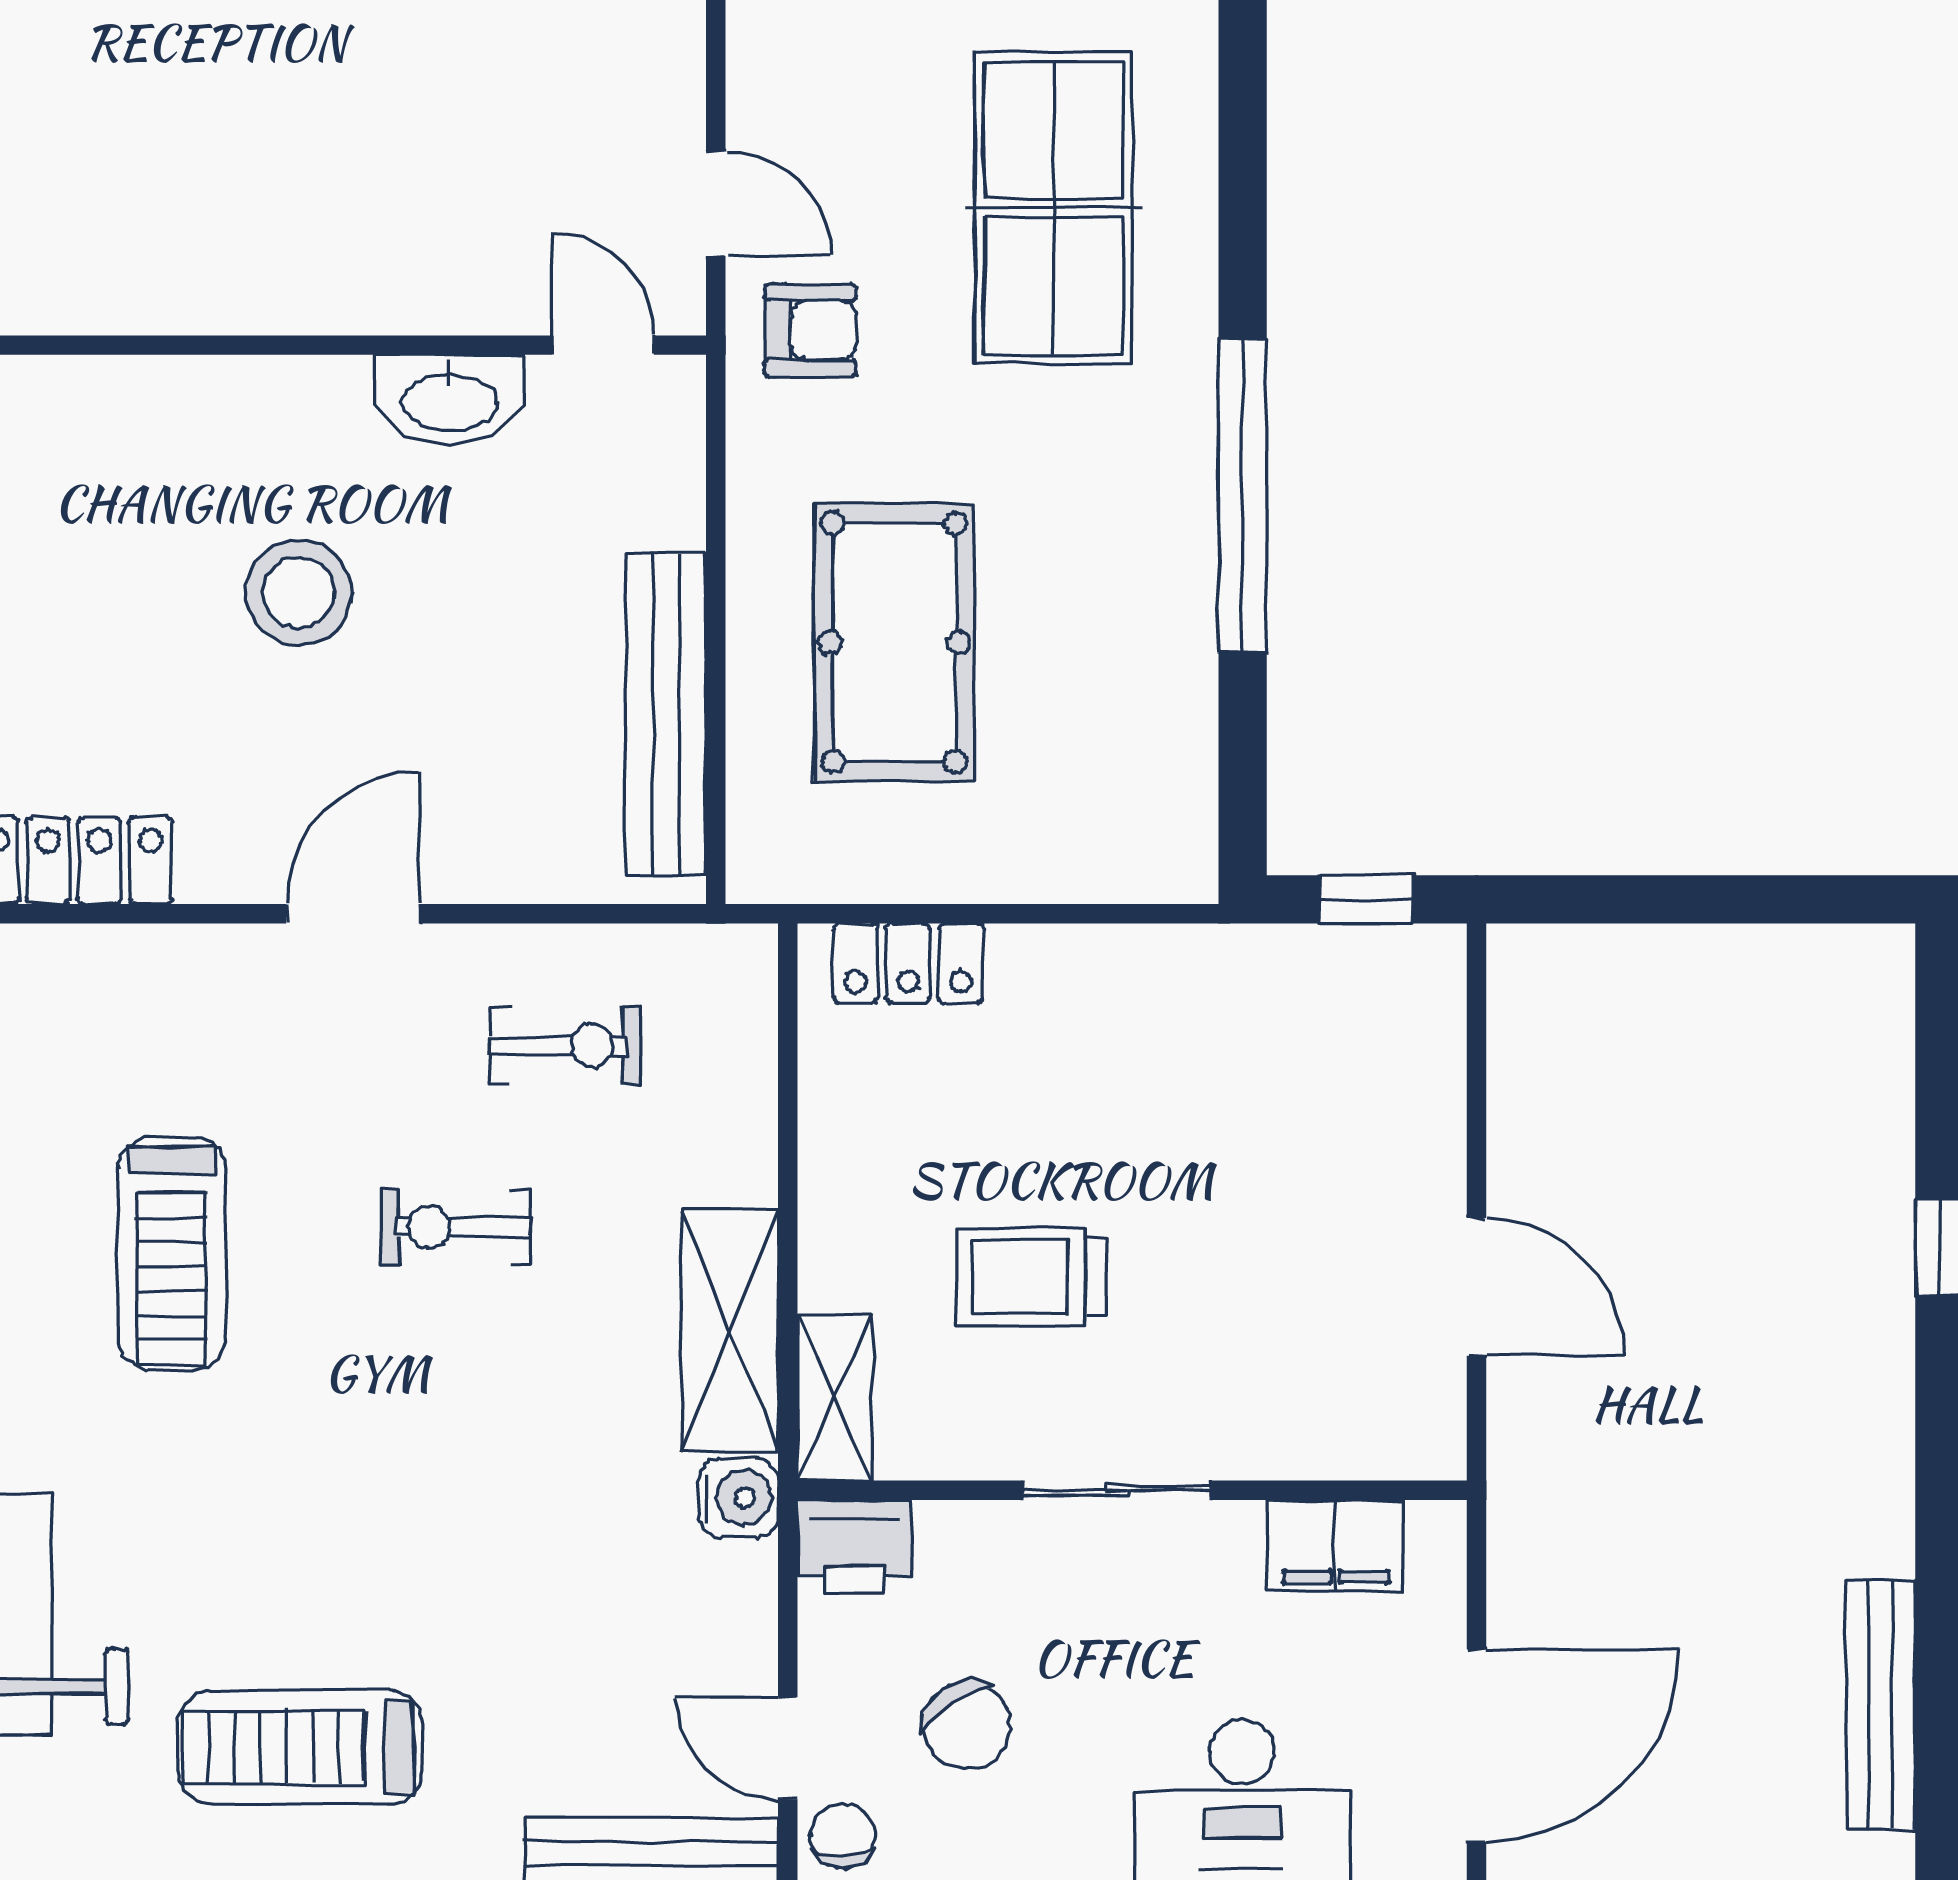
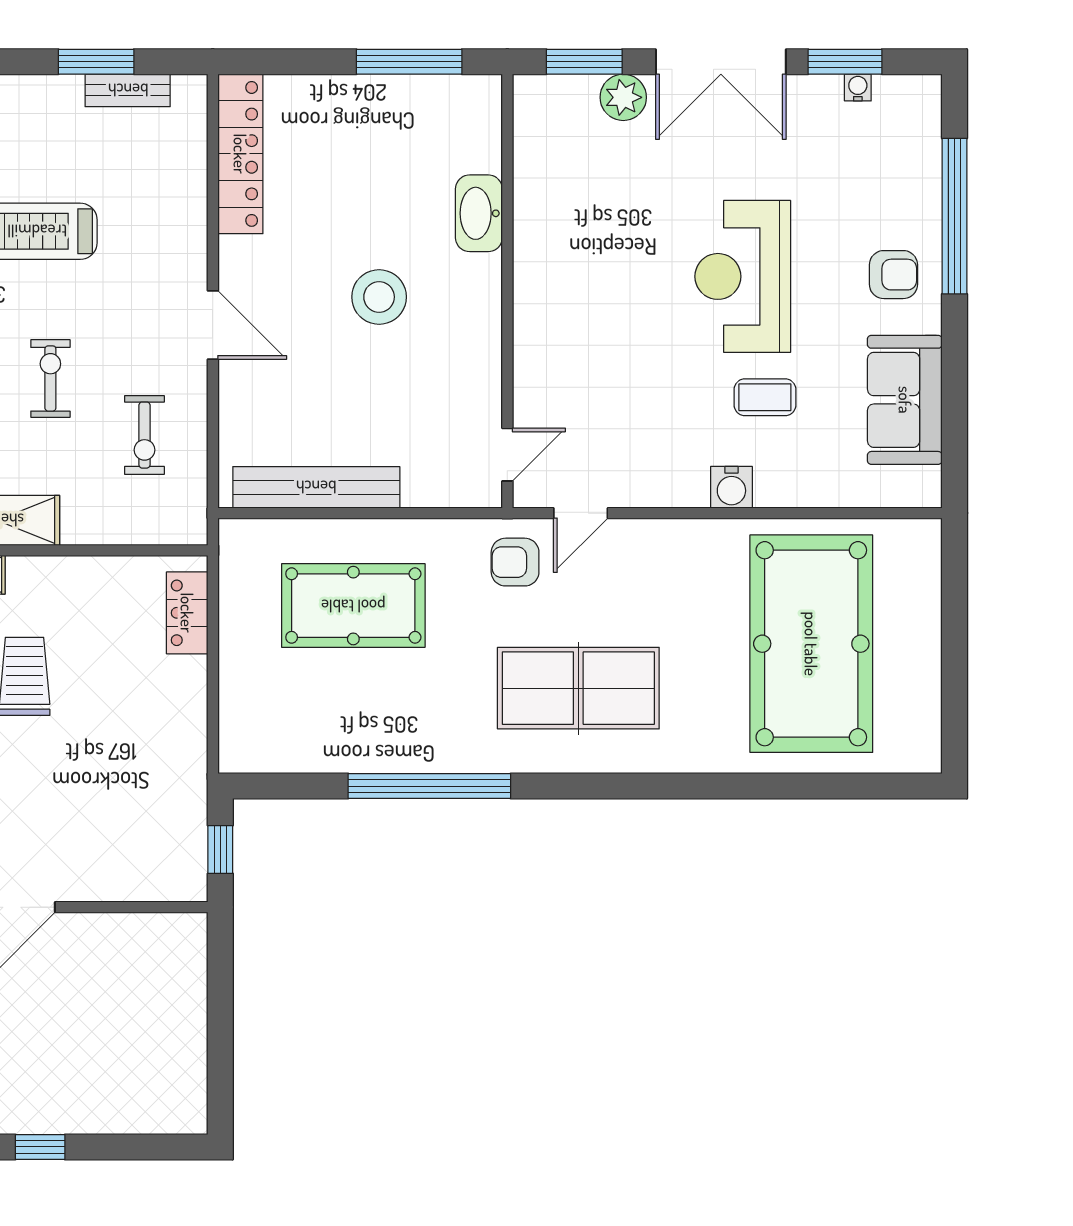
armchair: (810, 330) -> (515, 562), turned 90
washbasin: (450, 400) -> (479, 213), moved

